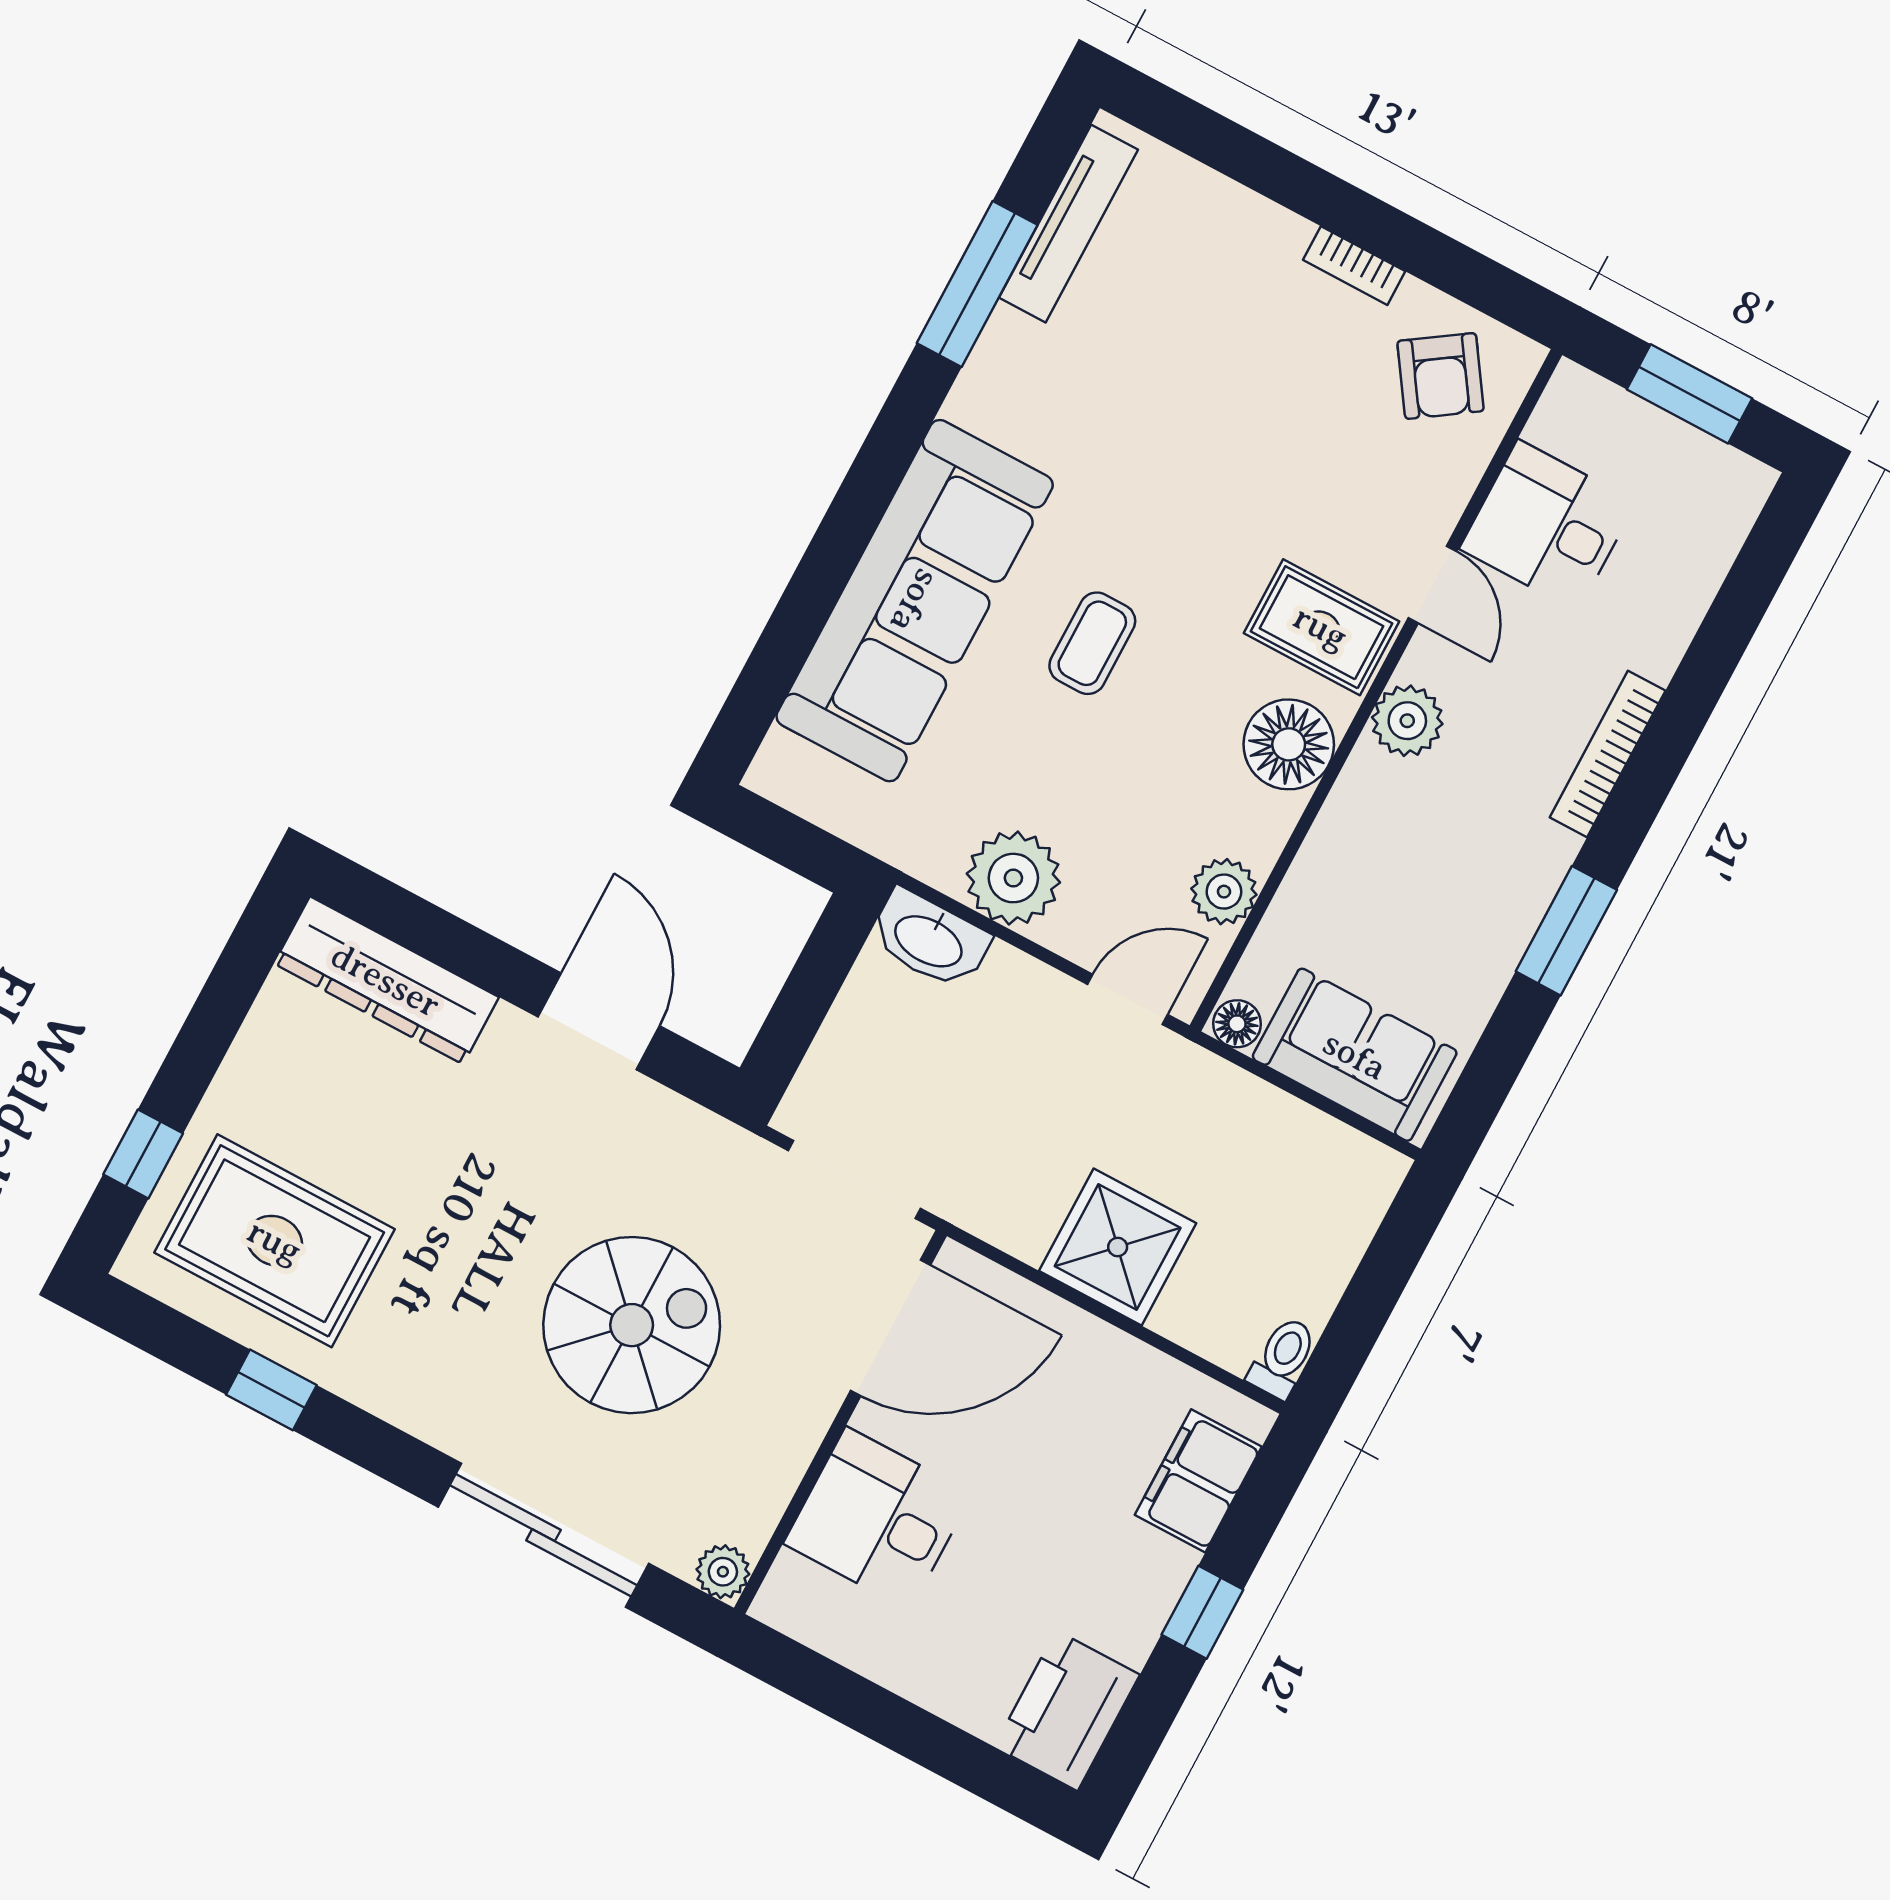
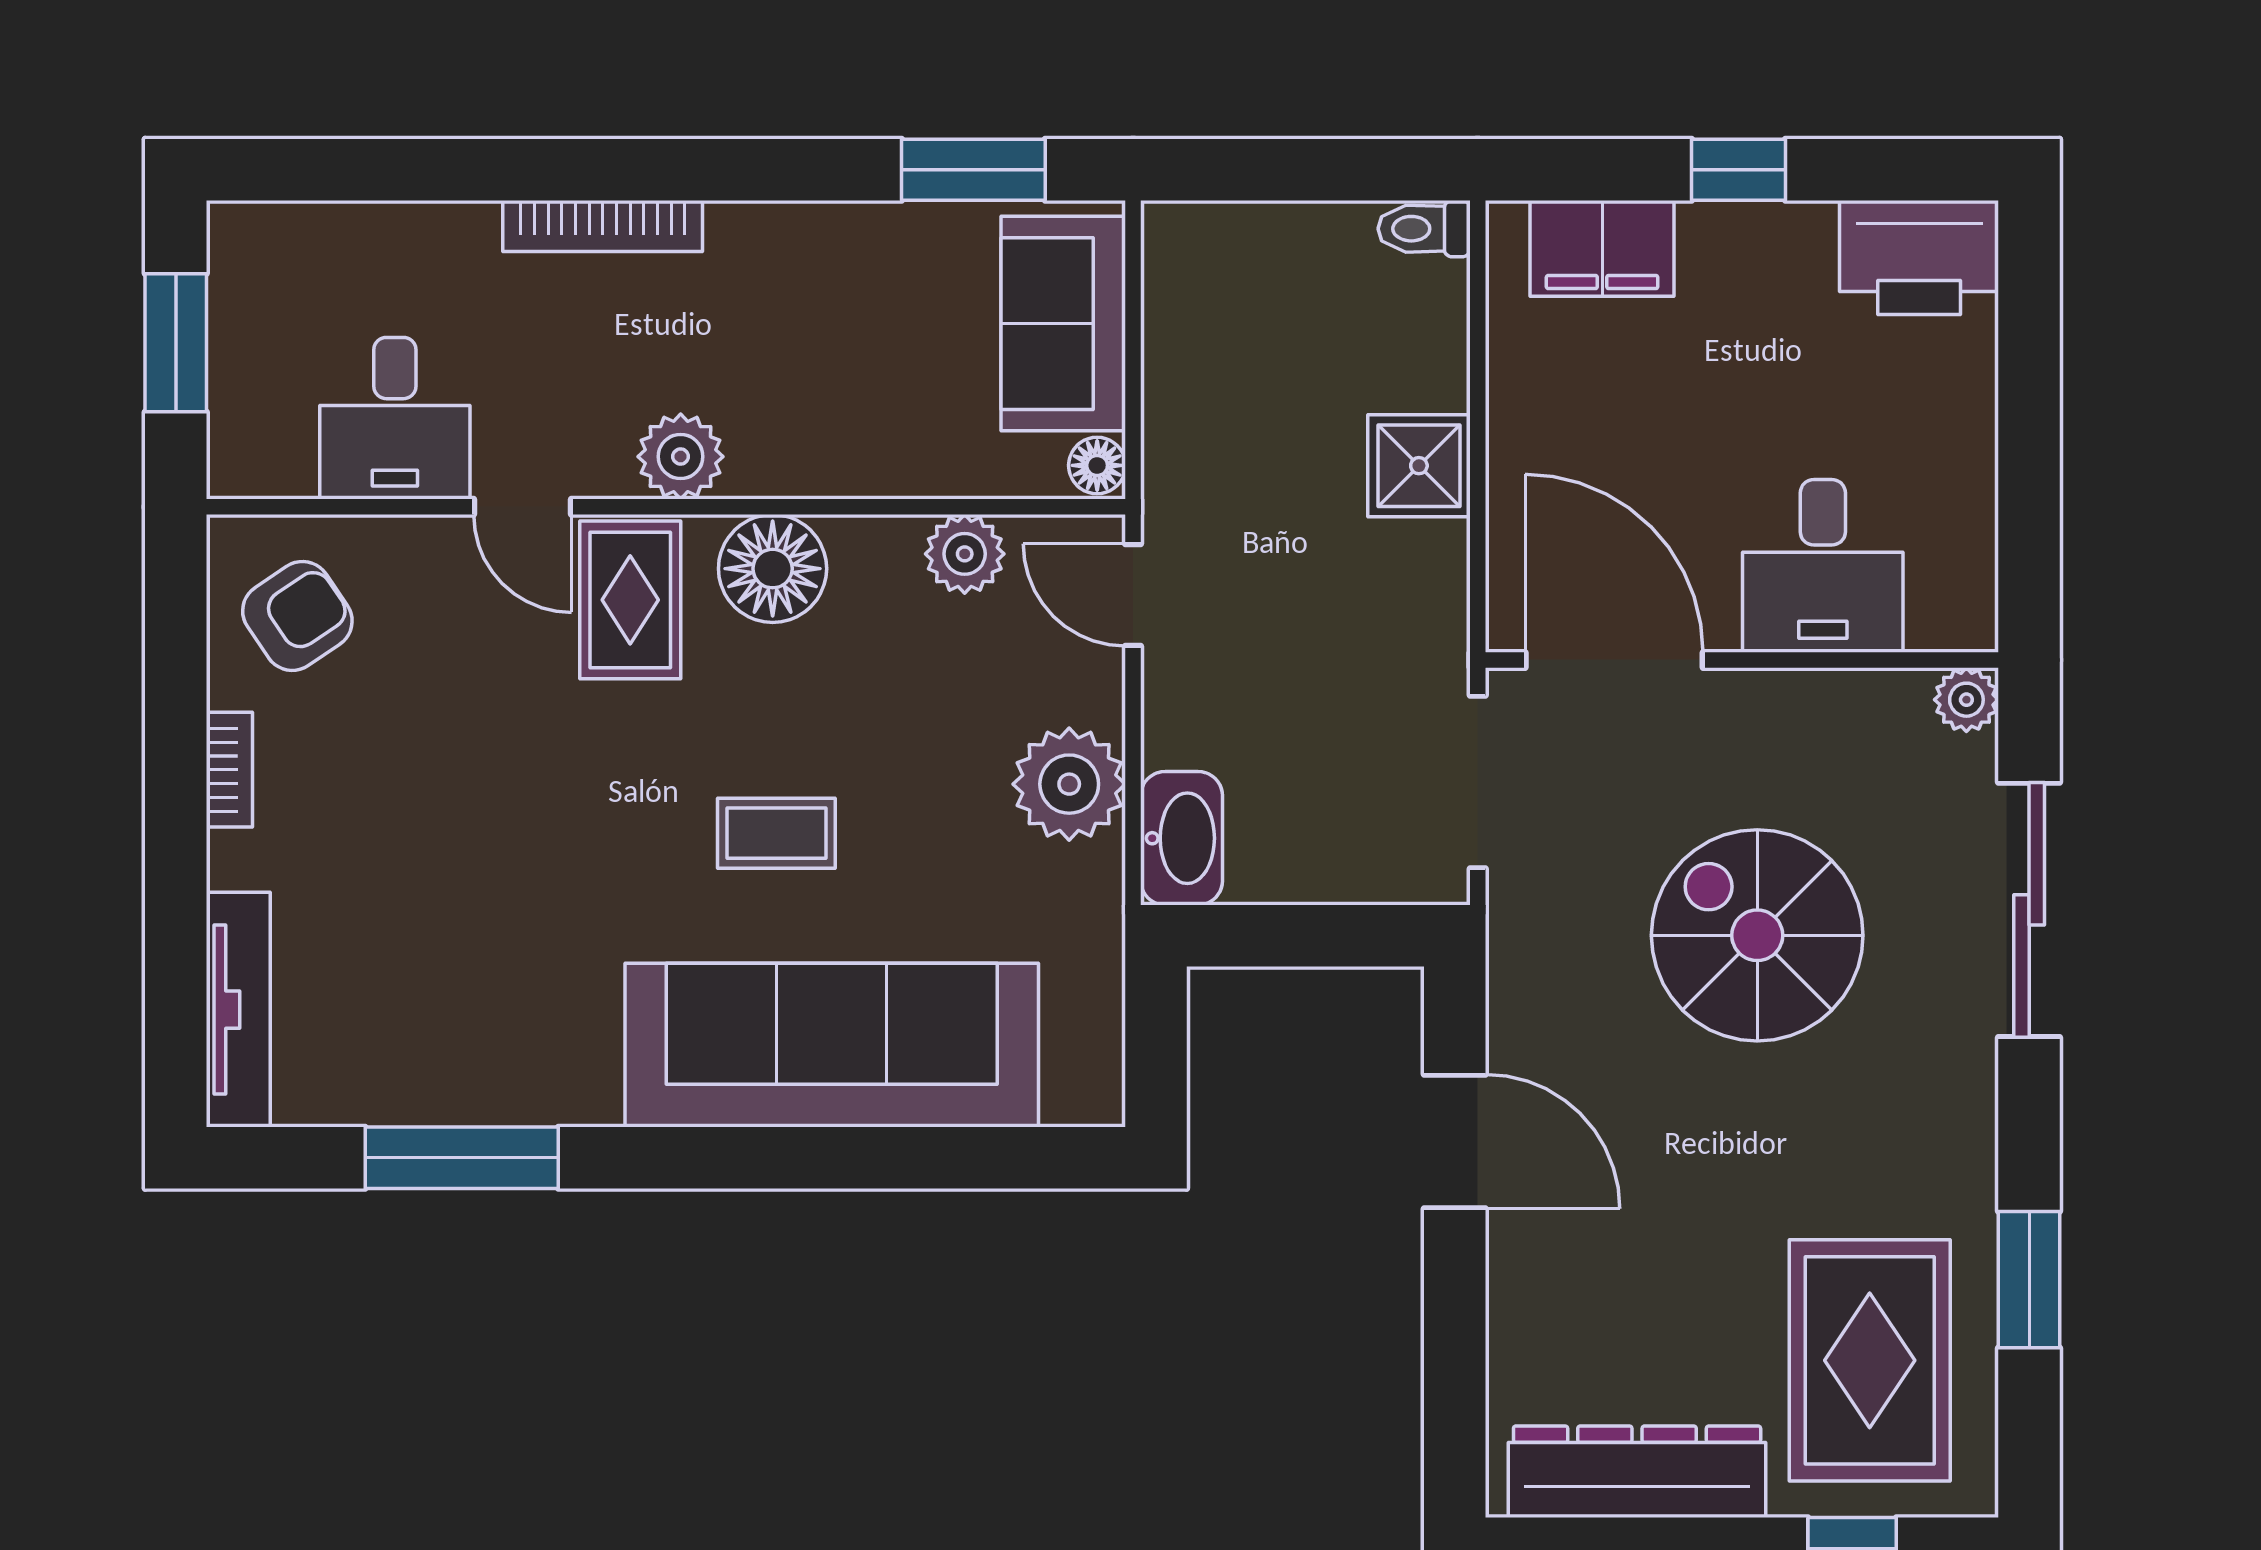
tv unit: (1068, 224) -> (238, 1010), moved, turned 90
door: (1432, 585) -> (523, 507), swing flipped
window: (1566, 931) -> (973, 170), moved
dresser: (386, 980) -> (1637, 1472), moved, turned -90
door: (599, 1021) -> (1455, 1142), swing flipped
shower: (1118, 1247) -> (1419, 466), width x0.73, depth x0.73
window: (271, 1390) -> (2029, 1280), width x1.50

